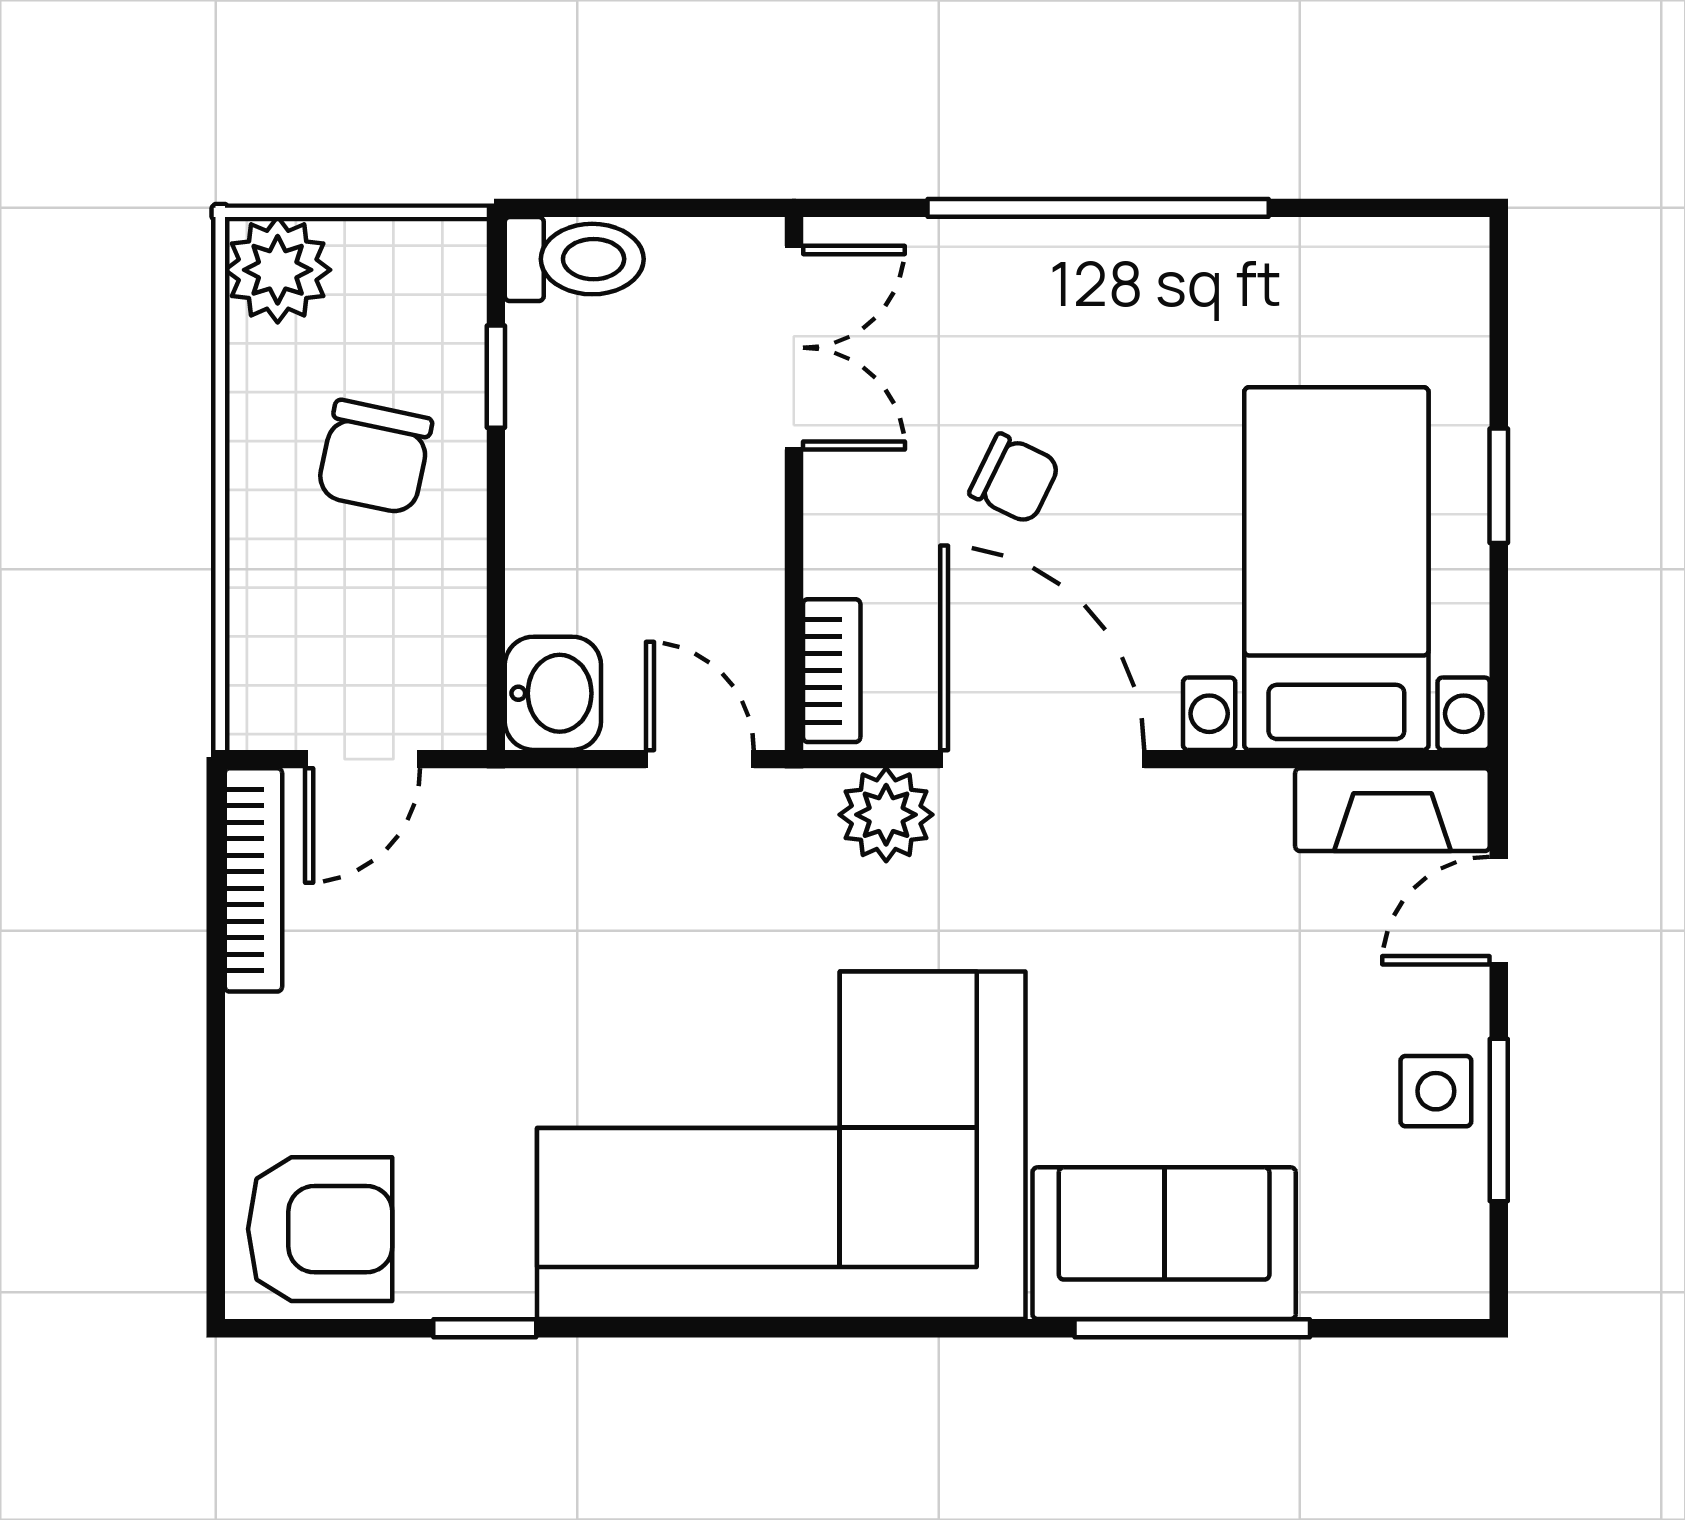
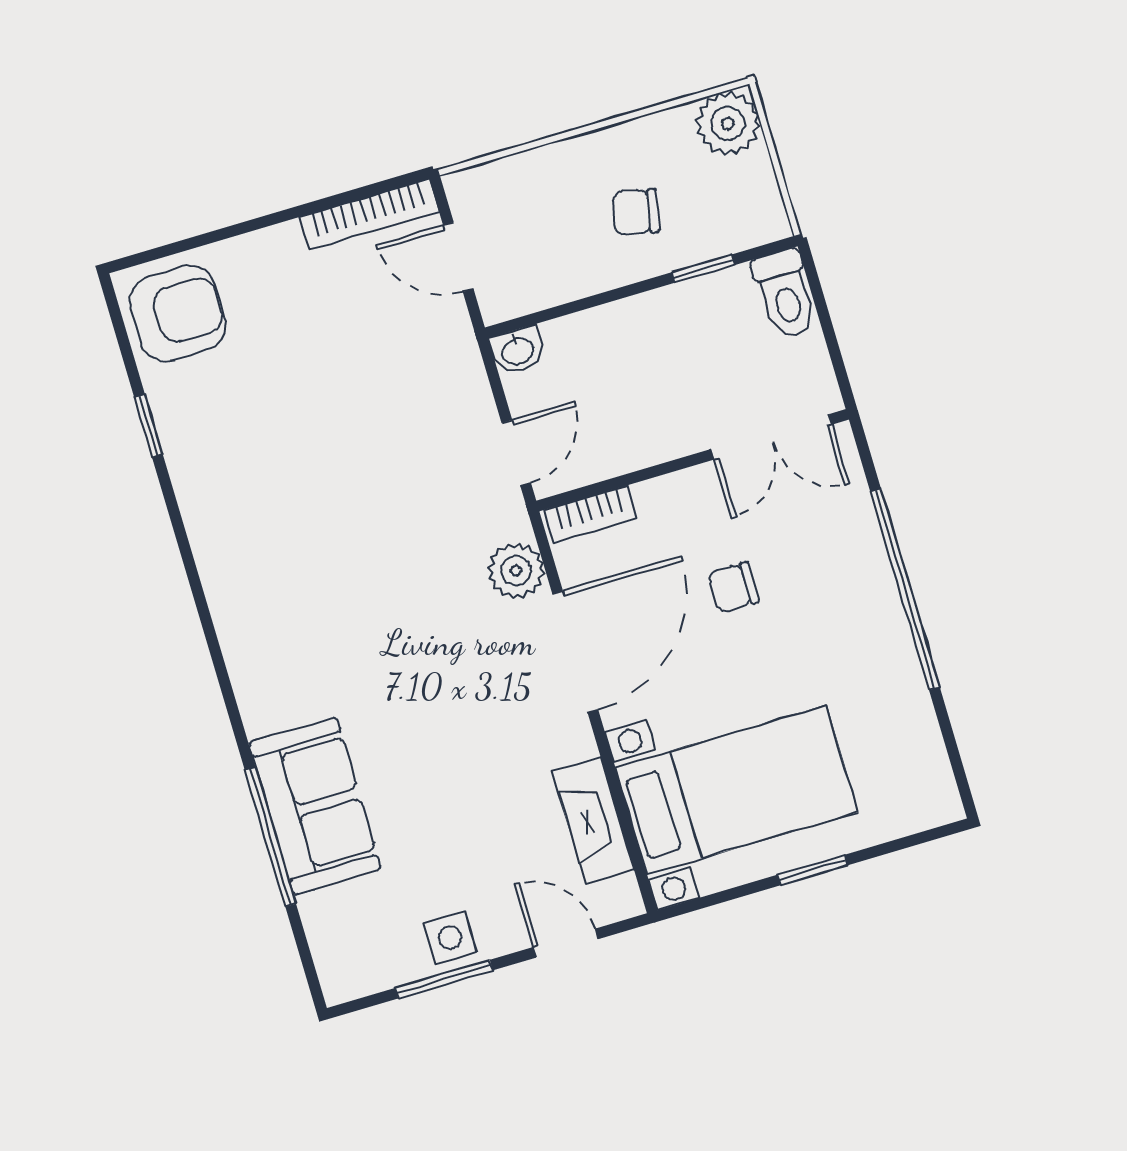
chair: (375, 457) -> (636, 212), width x0.73, depth x0.73
chair: (1015, 479) -> (733, 588), turned 64
washbasin: (553, 693) -> (518, 350), width x0.72, depth x0.69
fireplace: (1392, 810) -> (593, 821), moved
corner sofa: (781, 1145) -> (306, 567), removed
armchair: (320, 1229) -> (178, 313), turned -90

